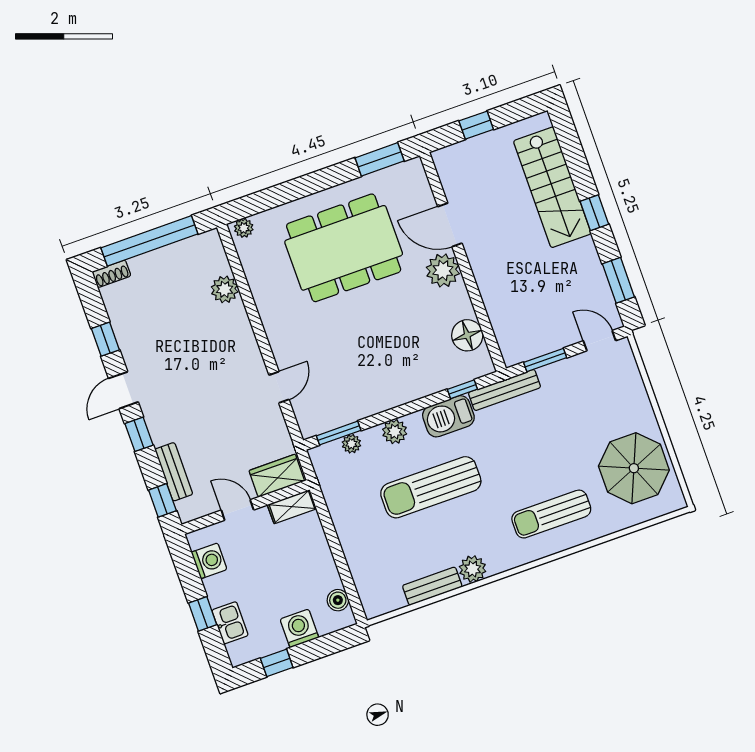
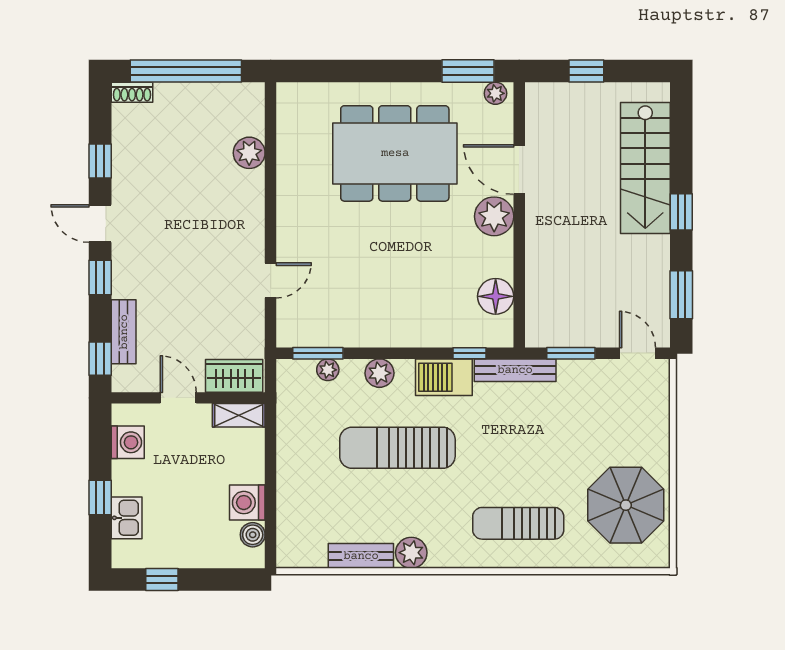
plant: (244, 228) -> (495, 93), moved
door: (123, 390) -> (100, 224), hinge flipped
washing machine: (299, 628) -> (247, 503), moved, turned -90

